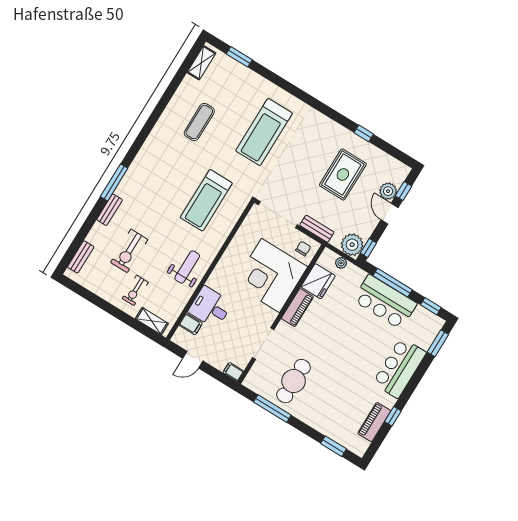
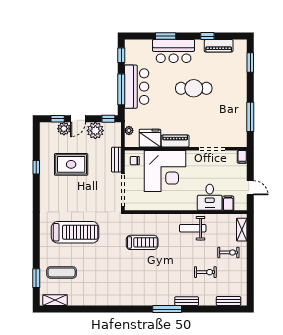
exercise mat: (199, 122) -> (62, 272), moved
treadmill: (206, 200) -> (142, 242), width x0.73, depth x0.73
plant: (352, 245) -> (95, 131), moved
exercise bike: (129, 251) -> (205, 272), width x0.73, depth x0.72
window: (438, 343) -> (166, 36), moved
cafe table: (294, 381) -> (194, 88), moved

